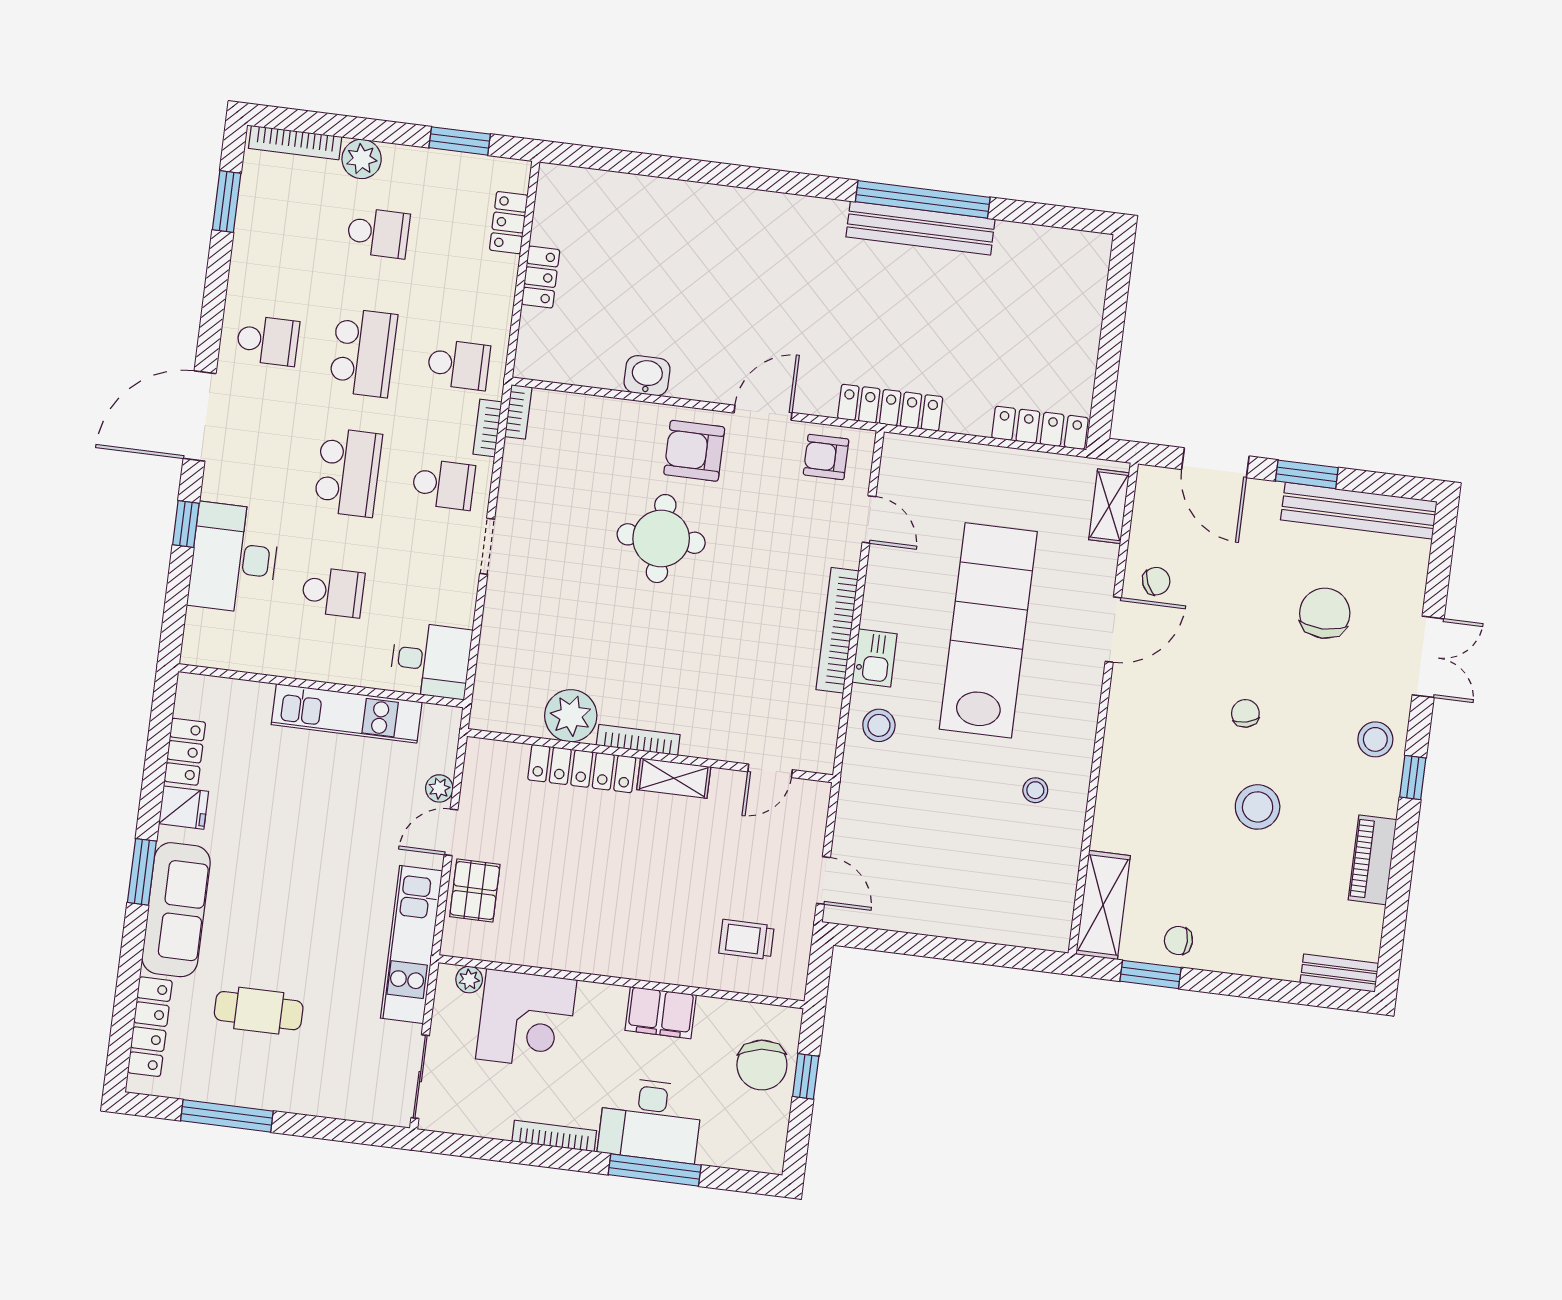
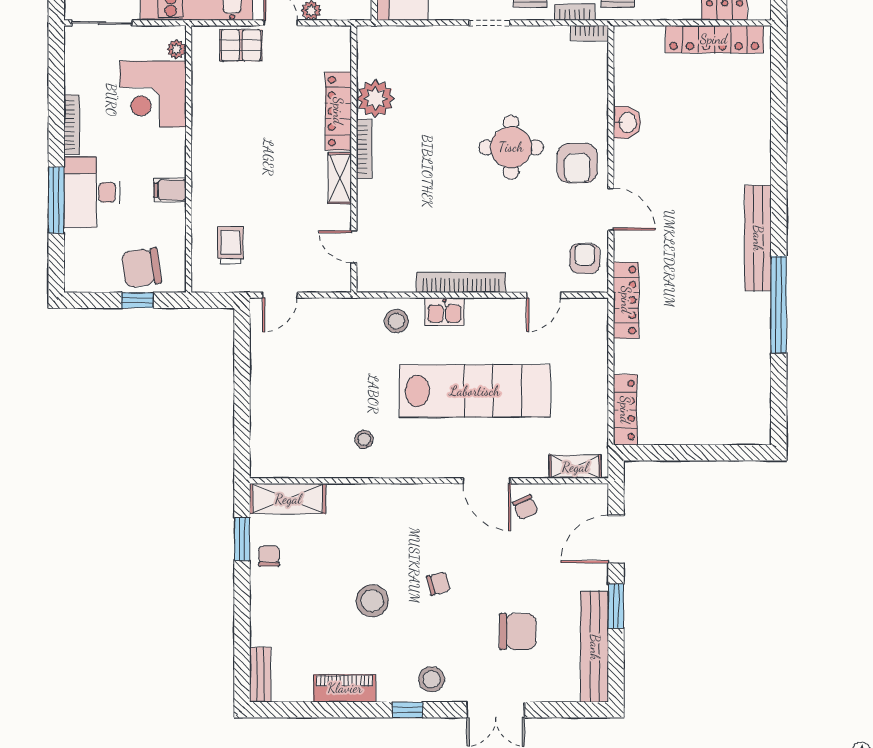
bench: (920, 228) -> (758, 238), moved
locker: (541, 277) -> (714, 39), width x2.16, depth x1.21
armchair: (694, 451) -> (577, 163), turned 180
filing cabinet: (661, 1013) -> (170, 190), width x0.50

